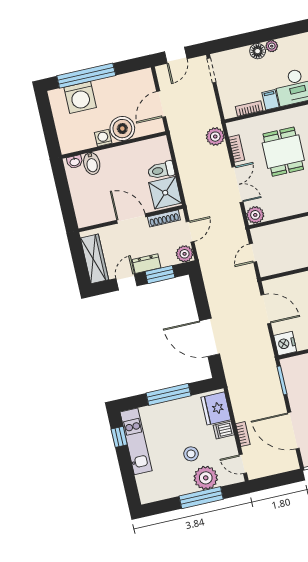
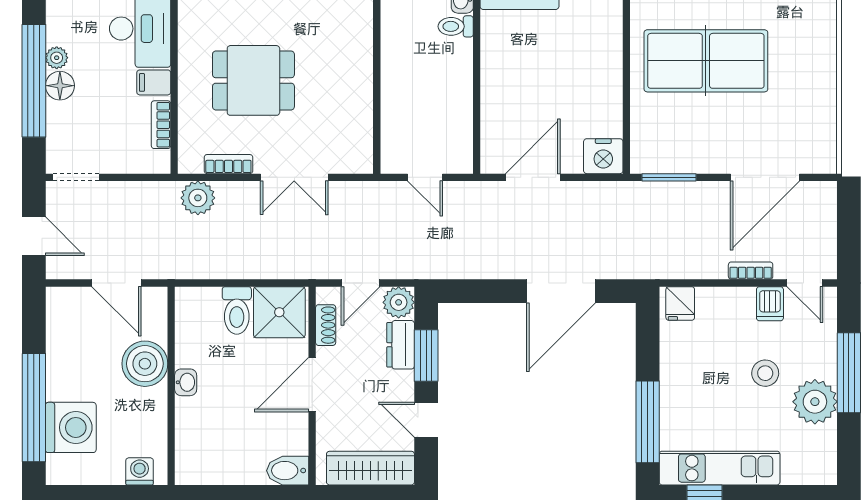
window: (257, 37) -> (34, 81), added
washing machine: (103, 138) -> (140, 471), moved, turned 90
washbasin: (75, 162) -> (186, 382), moved
bidet: (92, 163) -> (288, 471), moved, turned 180
double door: (237, 184) -> (294, 177), swing flipped
plant: (255, 215) -> (357, 158), removed
shoe rack: (164, 218) -> (326, 325), width x0.70
door: (190, 232) -> (361, 283), swing flipped
dresser: (146, 264) -> (401, 345), moved
window: (168, 394) -> (648, 422), moved
fridge: (216, 408) -> (680, 303), width x0.53, depth x0.75
dishwasher: (224, 430) -> (770, 304), moved
door: (243, 464) -> (805, 283), hinge flipped
plant: (206, 478) -> (815, 402), moved

